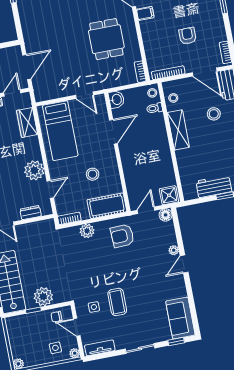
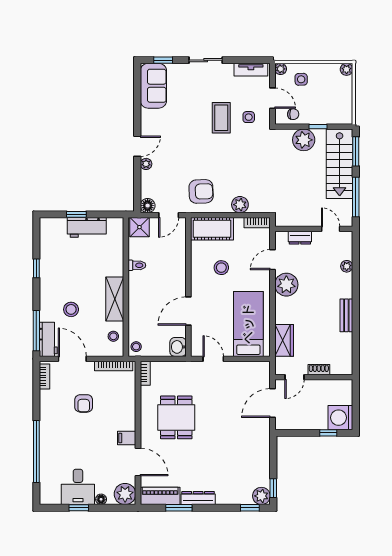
toilet: (155, 108) -> (137, 265), moved

